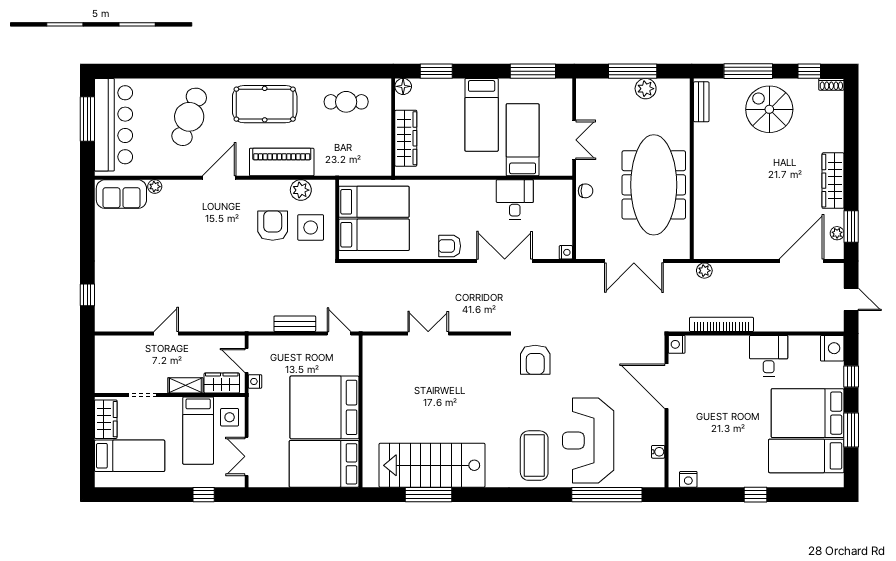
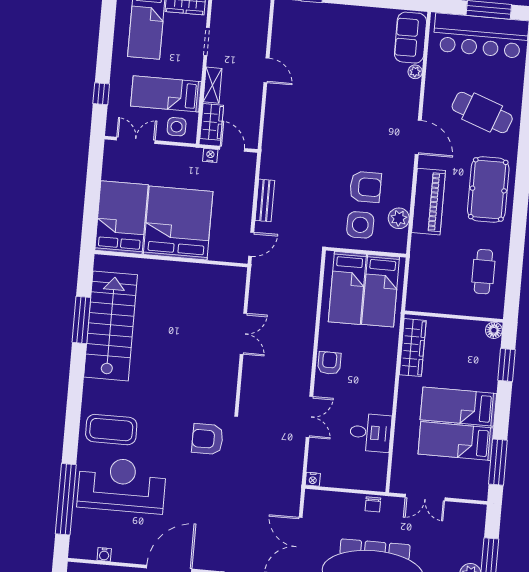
wardrobe: (406, 138) -> (413, 348), moved, turned -90
bed: (523, 140) -> (456, 441), moved, turned 180
double door: (505, 261) -> (309, 417), width x0.73
door: (247, 360) -> (232, 149), hinge flipped

